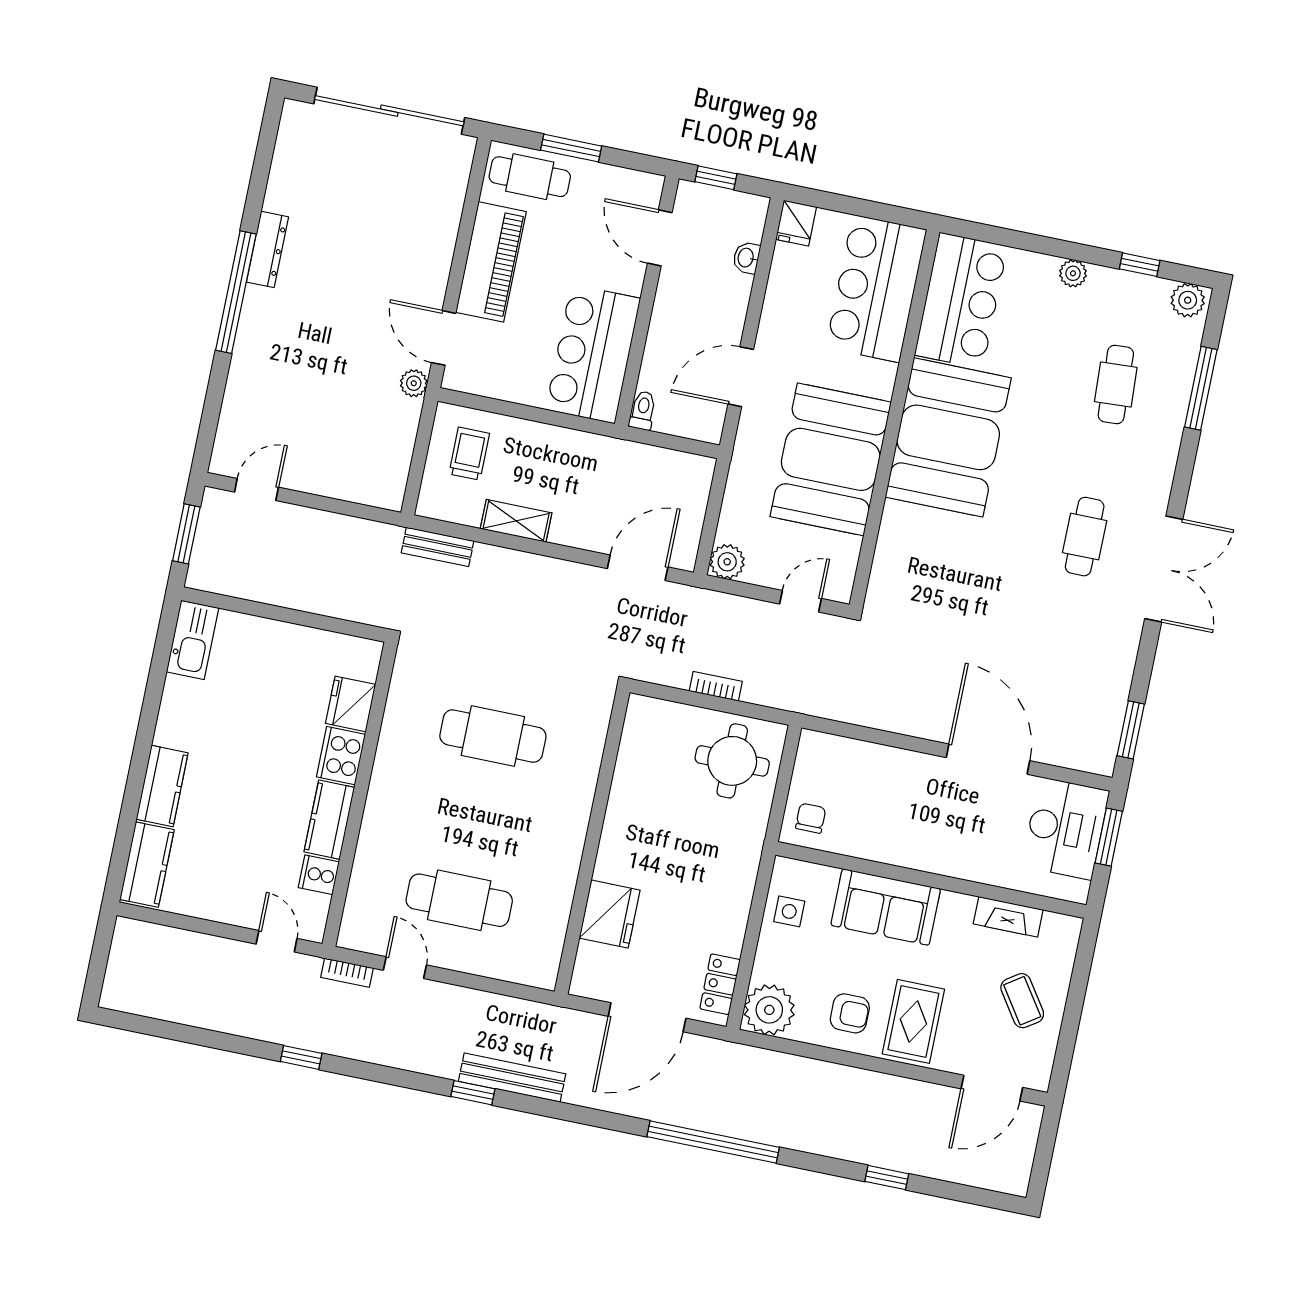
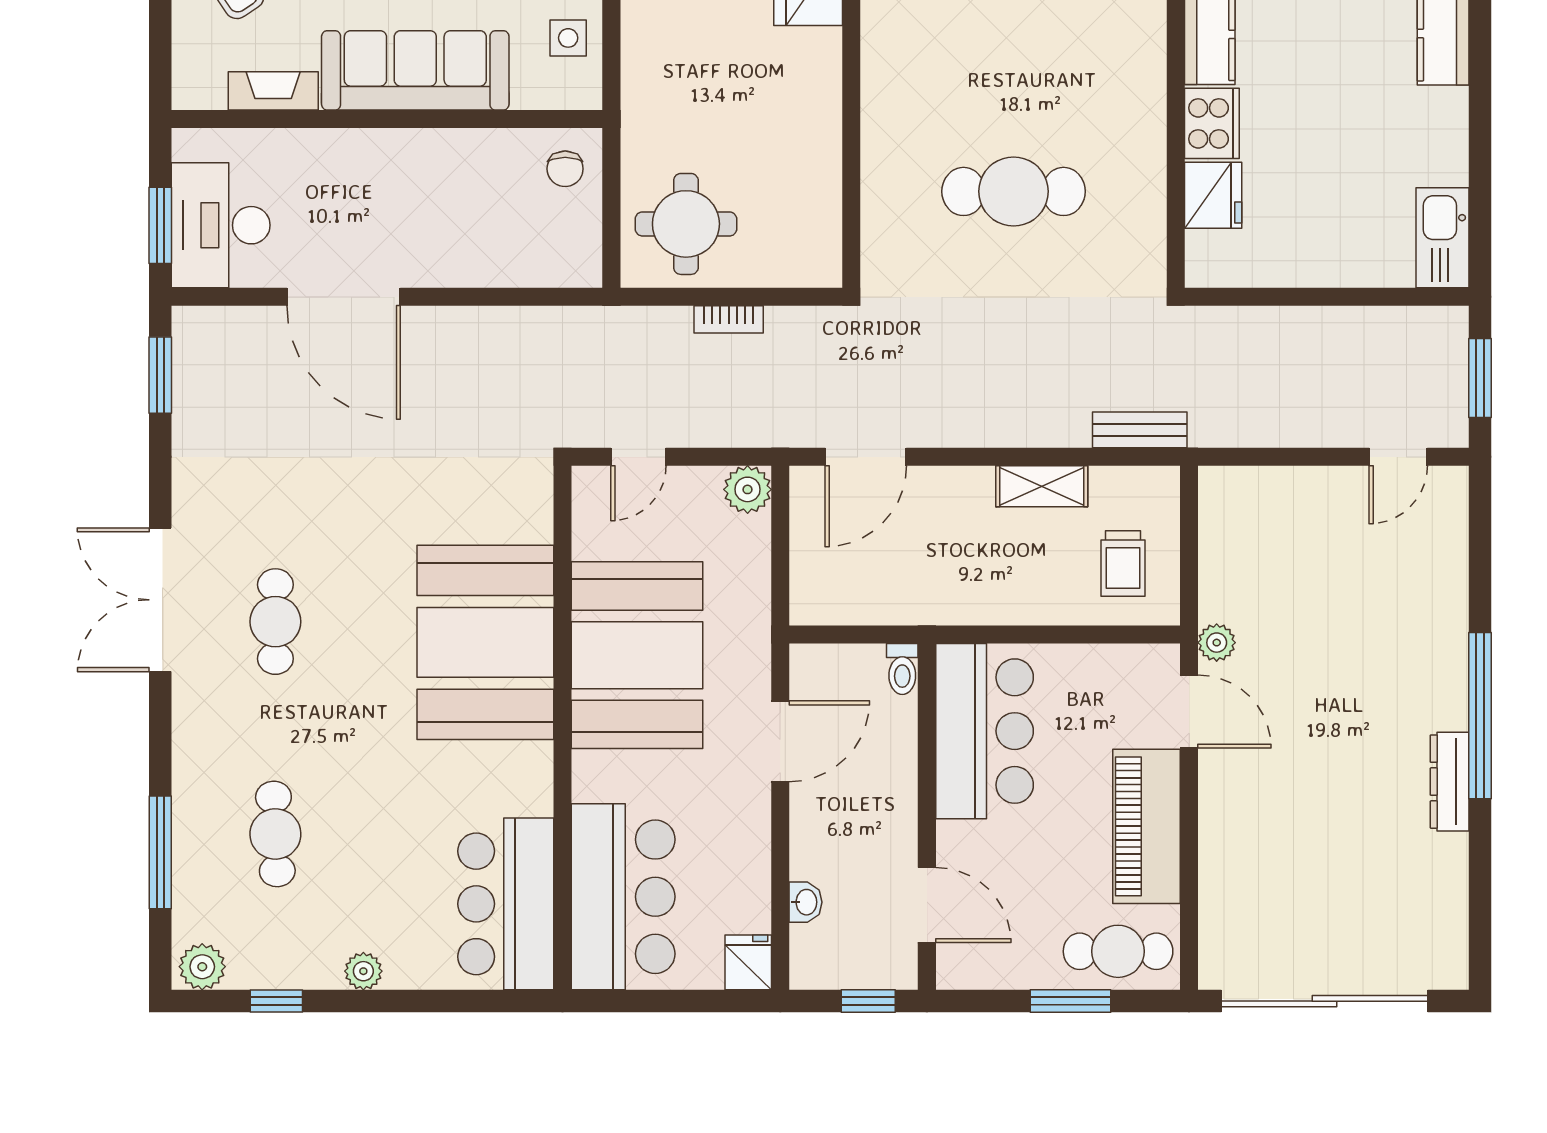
booth: (948, 437) -> (485, 642), moved
sofa: (886, 907) -> (415, 70), width x1.36

